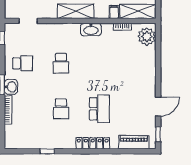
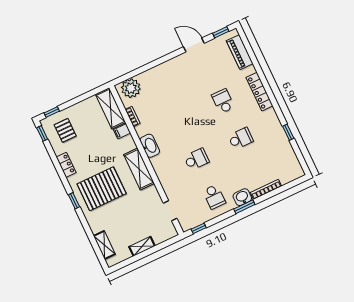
school desk: (23, 63) -> (214, 197), turned 180
school desk: (99, 109) -> (223, 101), width x0.54

